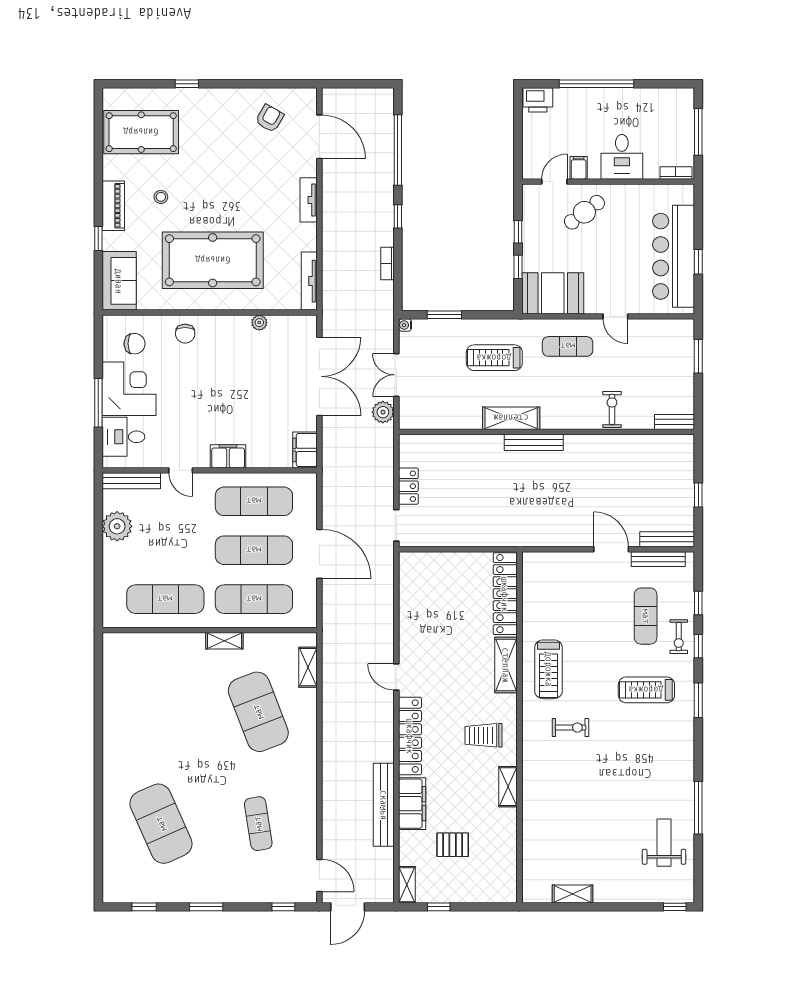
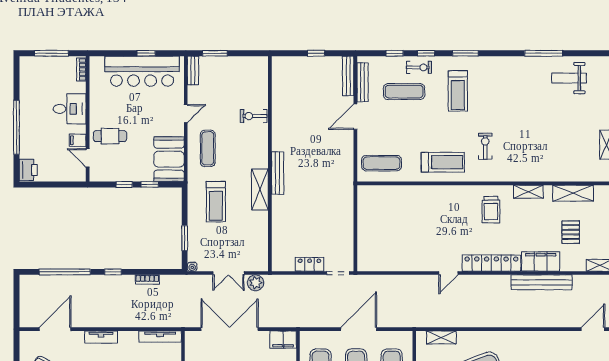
cafe table: (584, 212) -> (110, 136), turned -53
bench: (675, 422) -> (193, 70), moved
exercise mat: (547, 585) -> (381, 163), added
locker: (505, 594) -> (388, 194), removed
shelving: (506, 665) -> (573, 193), moved

